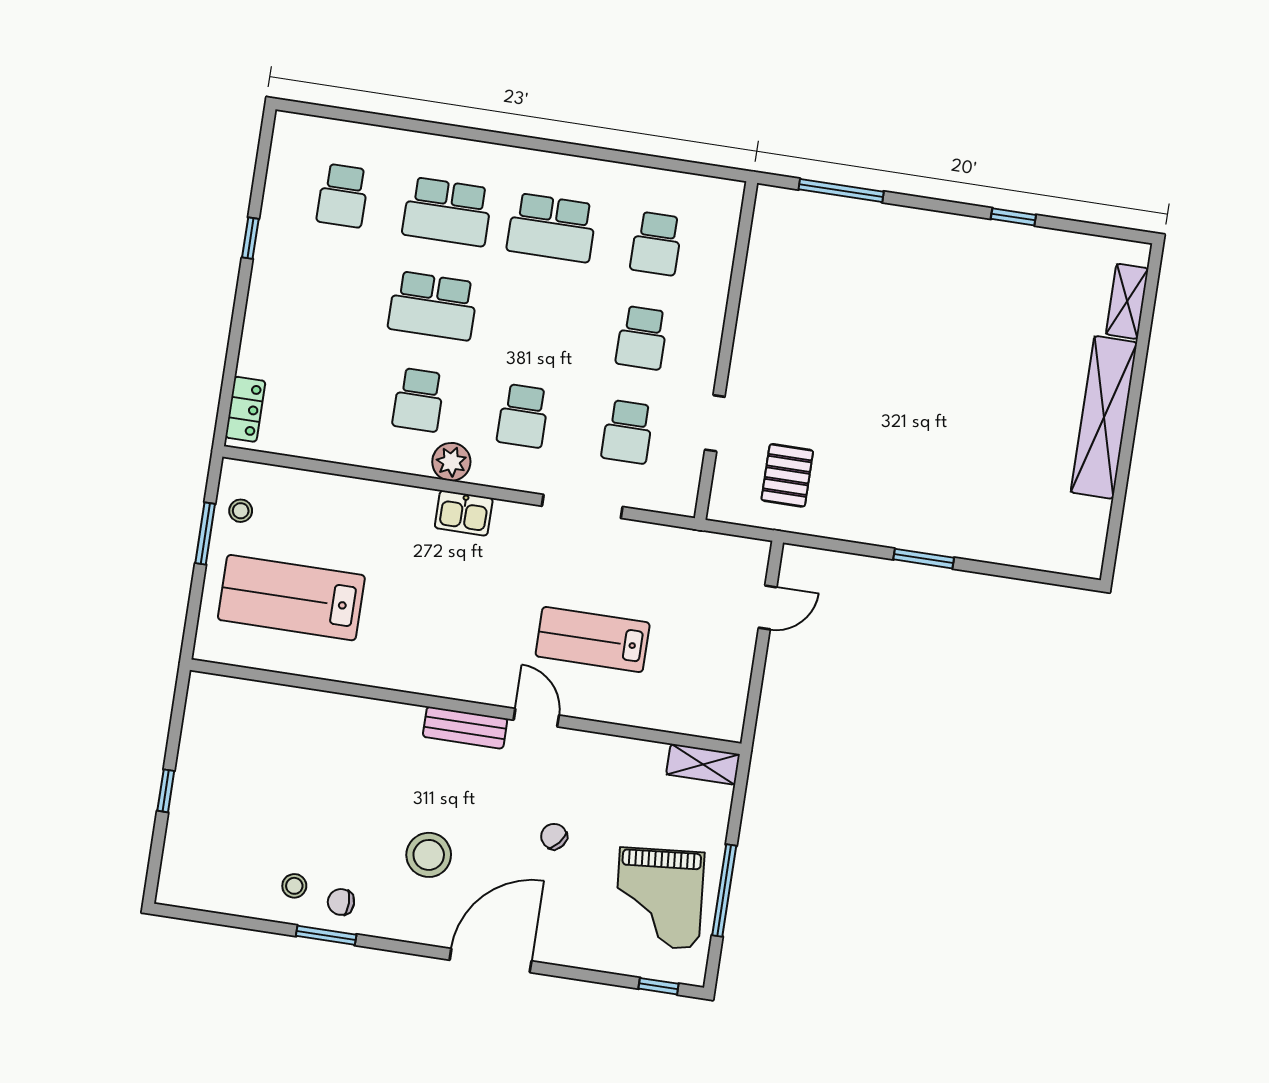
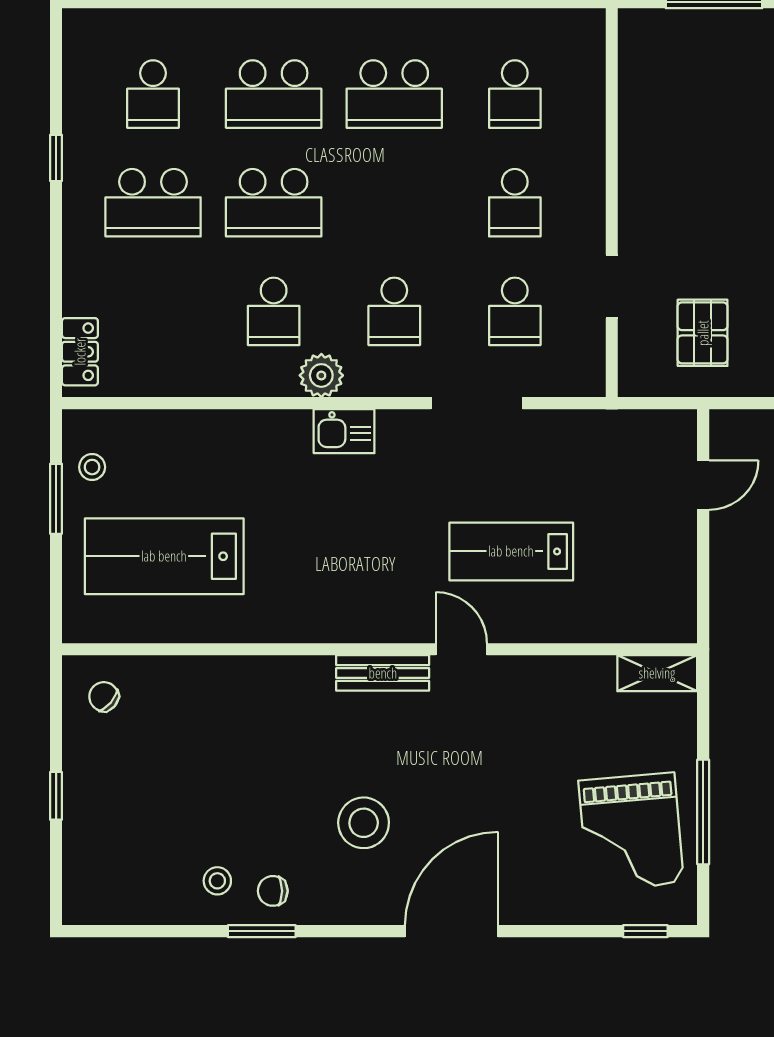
school desk: (328, 290) -> (153, 203), added
chair: (554, 836) -> (104, 697), moved

